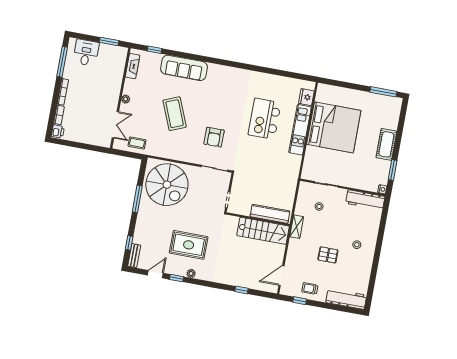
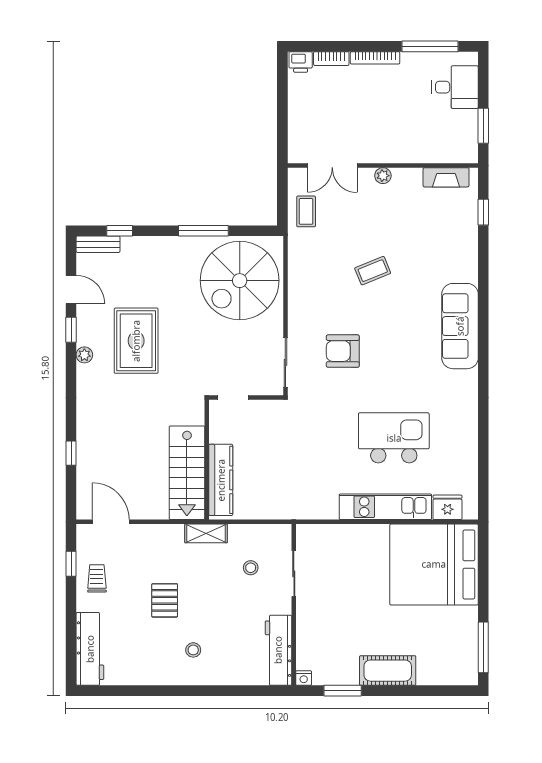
sofa: (184, 68) -> (460, 326), moved
coffee table: (175, 114) -> (373, 271), width x0.54, depth x0.58
bed: (334, 127) -> (434, 564), moved, turned 90

